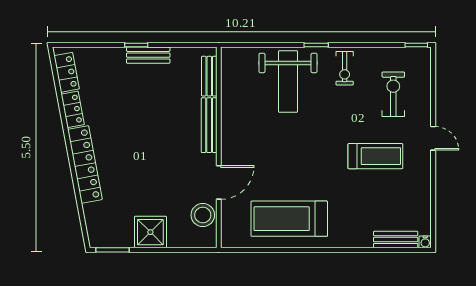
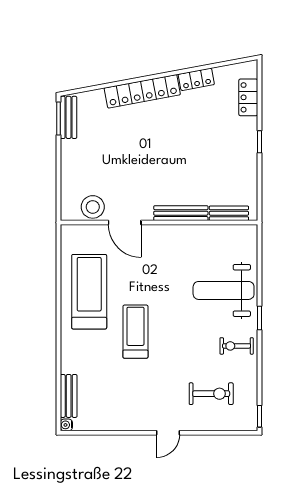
bench: (148, 55) -> (69, 117), moved
locker: (67, 72) -> (248, 97), moved, turned 101
treadmill: (375, 156) -> (135, 332), moved, turned 180
shower: (150, 232) -> (76, 156), removed

